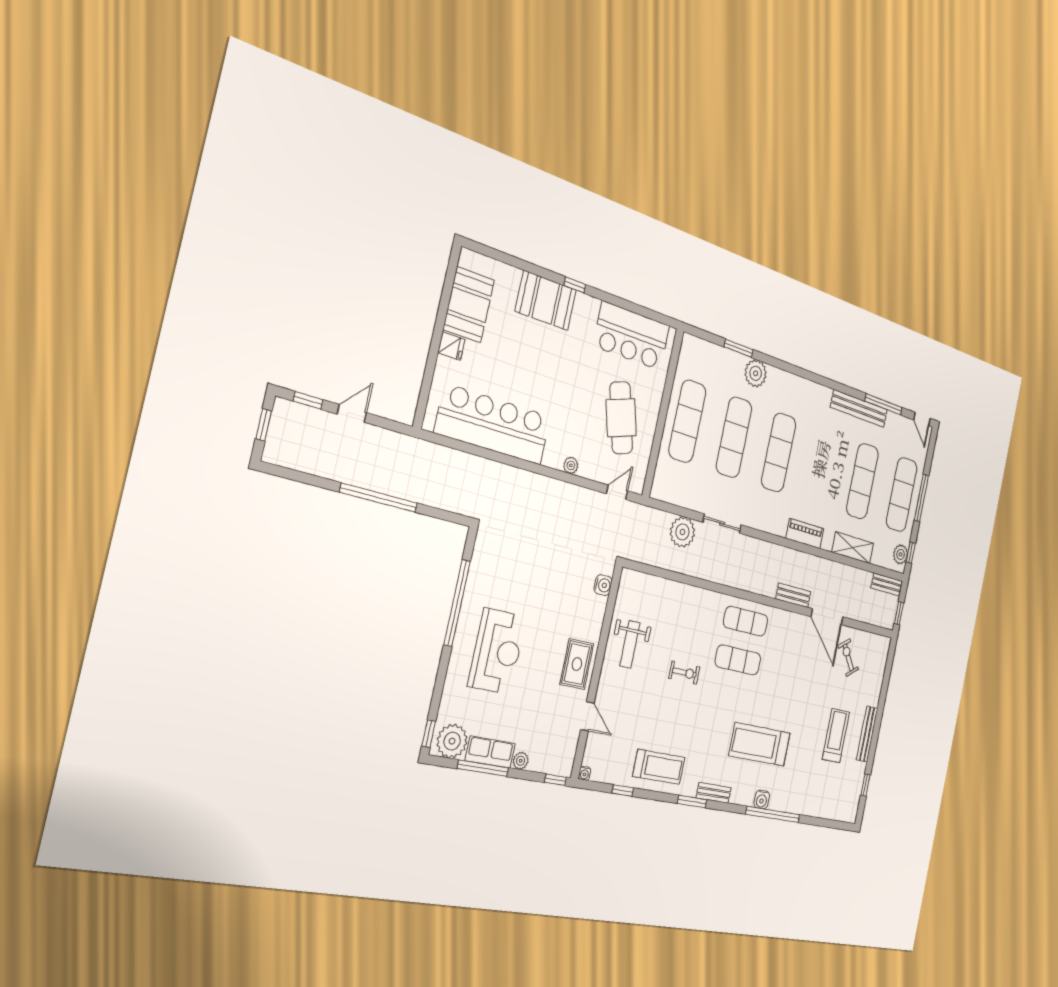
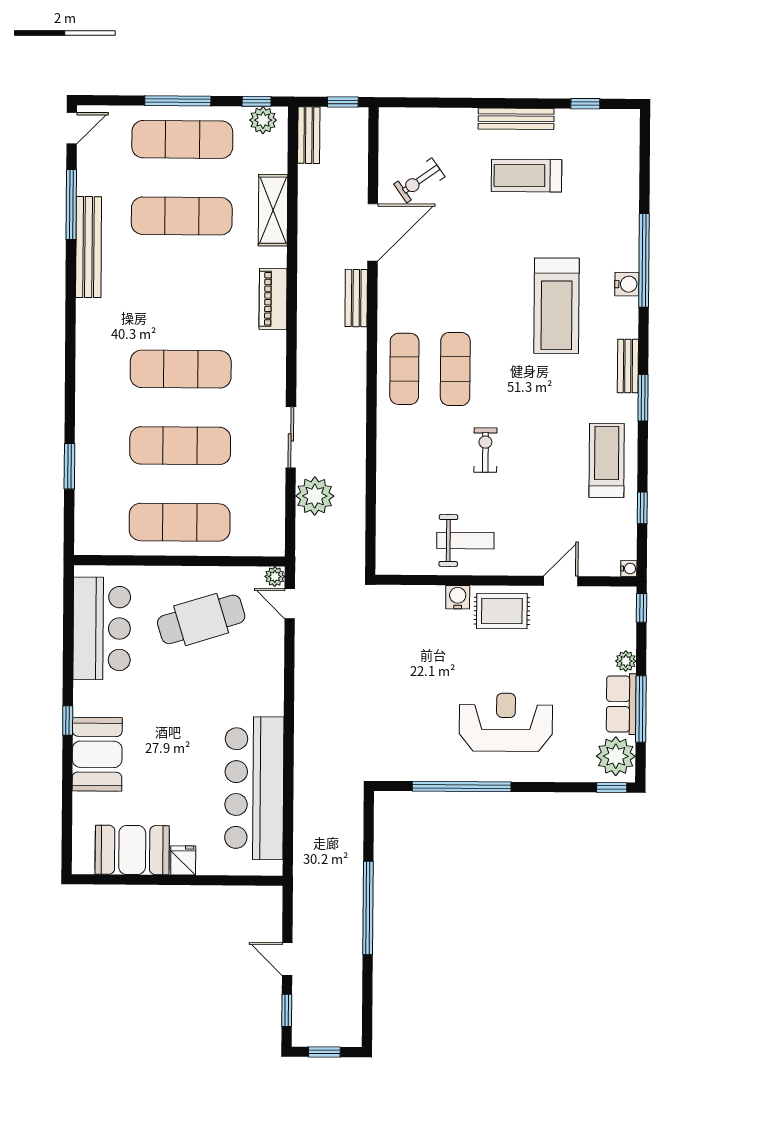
plant: (756, 373) -> (92, 432), removed
plant: (571, 465) -> (275, 577), moved
water cooler: (603, 585) -> (458, 597), moved

